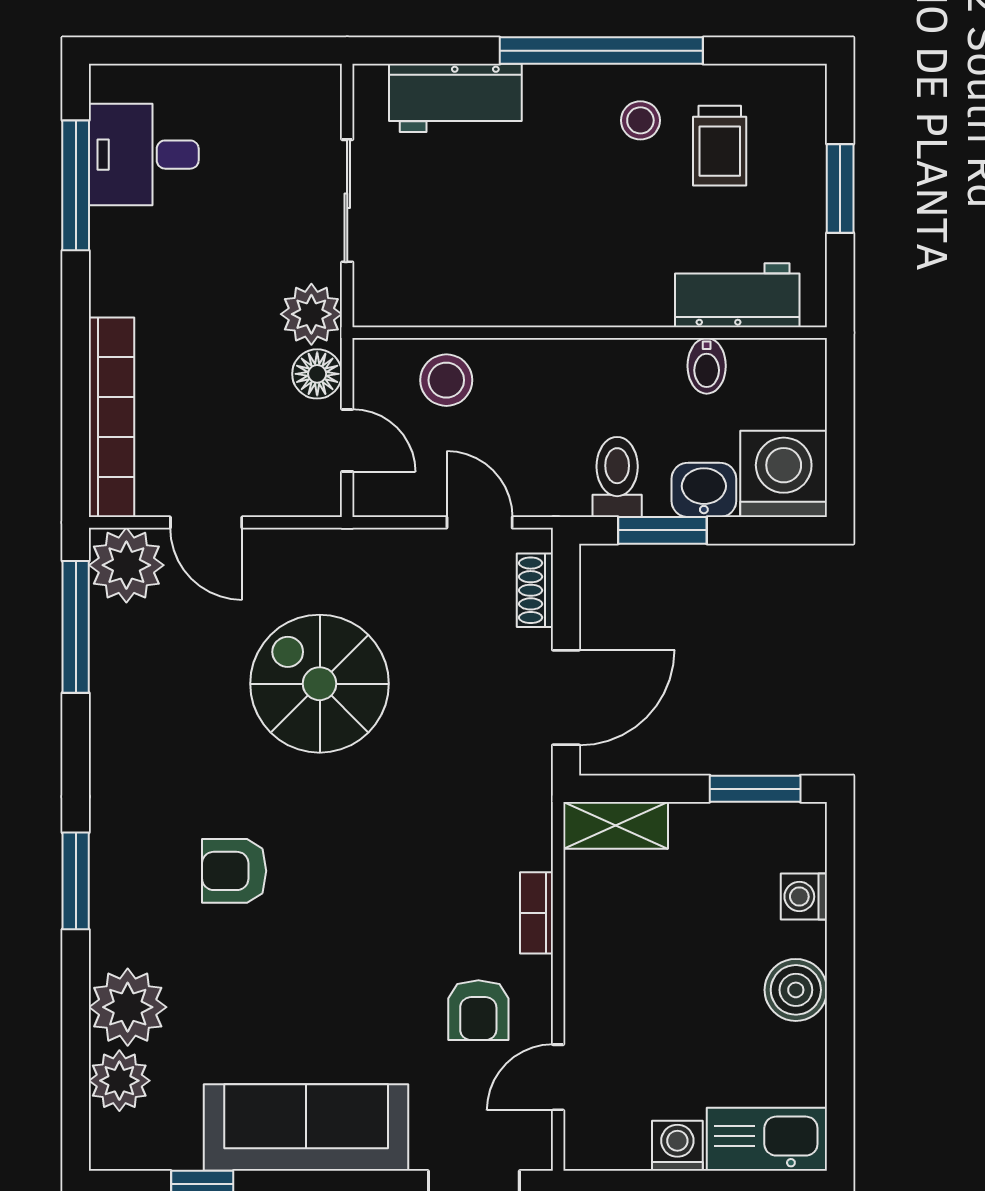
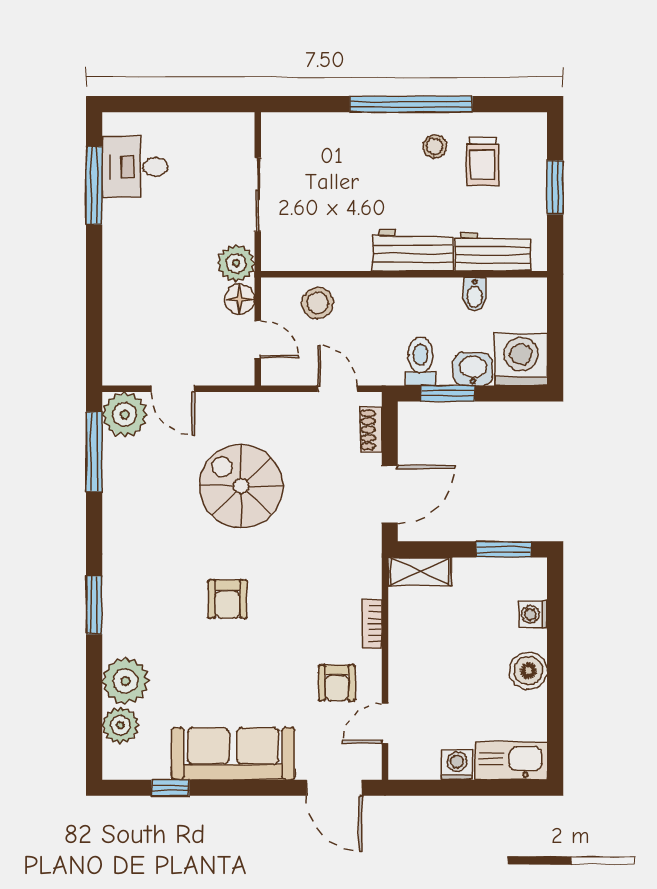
workbench: (455, 98) -> (413, 250), moved, turned 180
bookcase: (112, 417) -> (116, 325), removed
armchair: (234, 871) -> (227, 599), moved, turned -90

